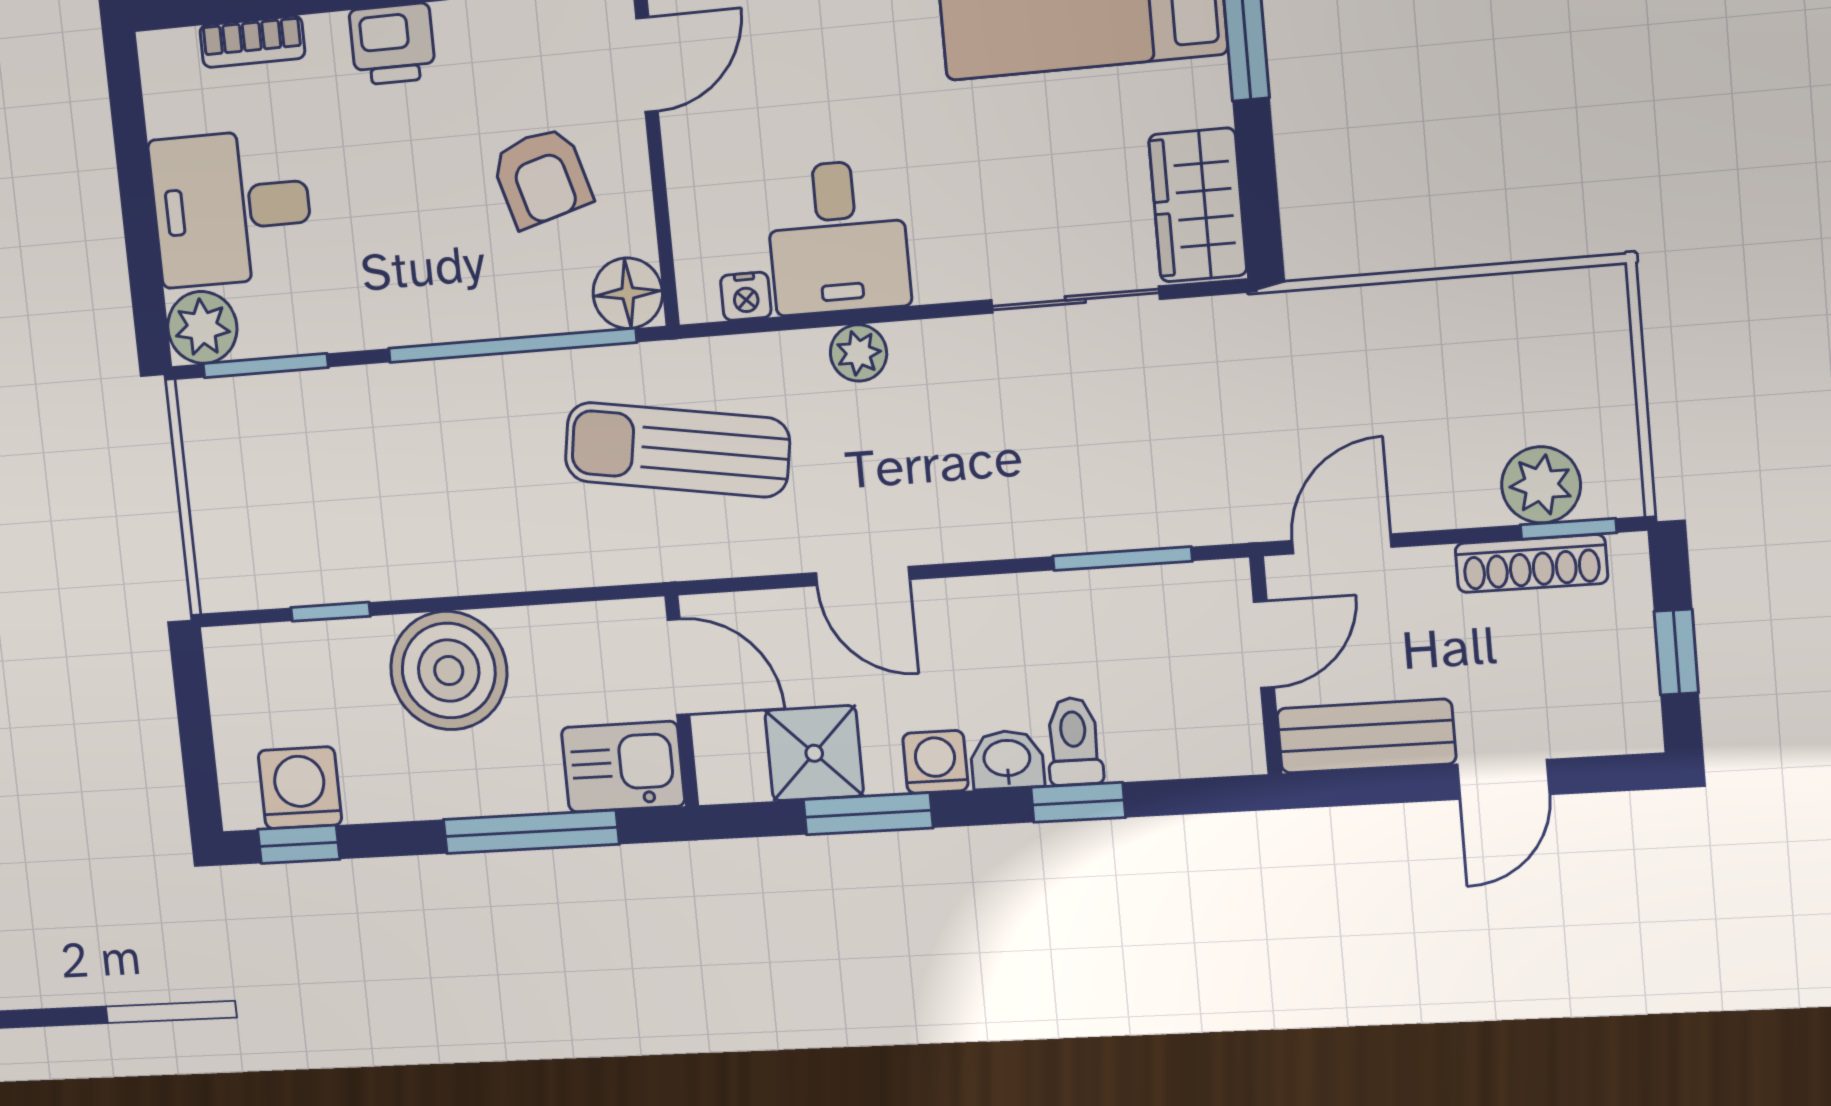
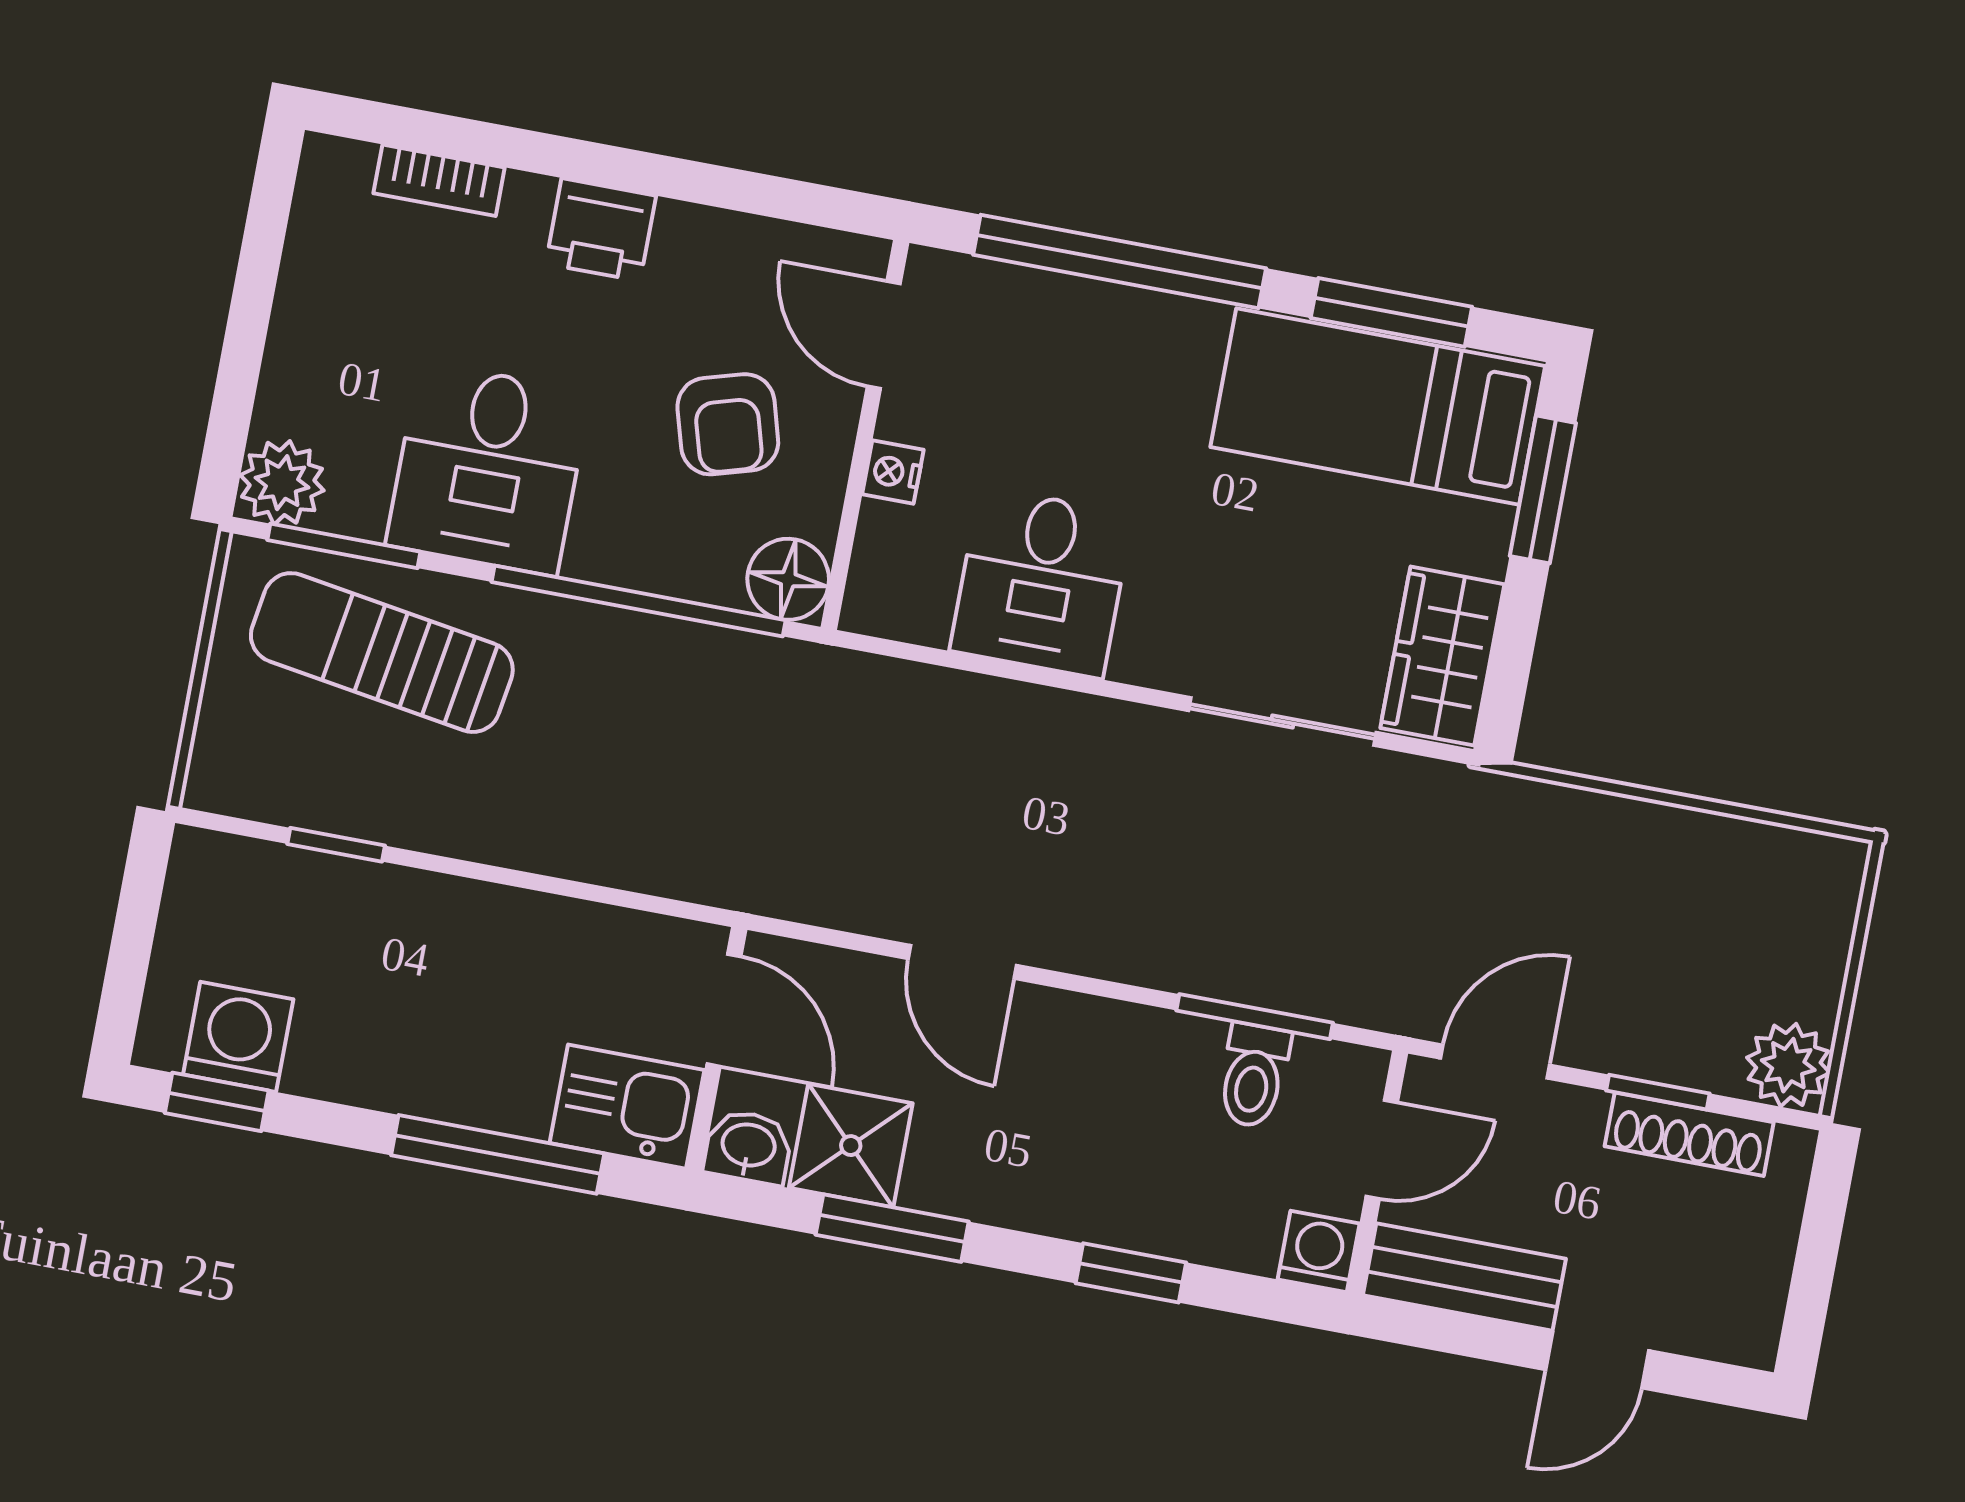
door: (647, 65) -> (884, 335), swing flipped
desk: (232, 208) -> (488, 469), moved, turned -90
nightstand: (746, 296) -> (893, 472), moved, turned 90
plant: (859, 353) -> (1028, 715), removed
sun lounger: (677, 450) -> (382, 653), moved
plant: (1541, 485) -> (1788, 1065), moved
window: (1569, 529) -> (1658, 1092), moved
window: (1676, 652) -> (1814, 1268), removed
boiler: (449, 671) -> (456, 947), removed
toilet: (1074, 741) -> (1254, 1075), moved, turned 180
washbasin: (1007, 760) -> (748, 1147), moved
washing machine: (935, 762) -> (1319, 1251), moved

